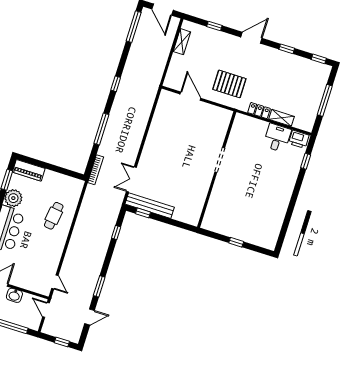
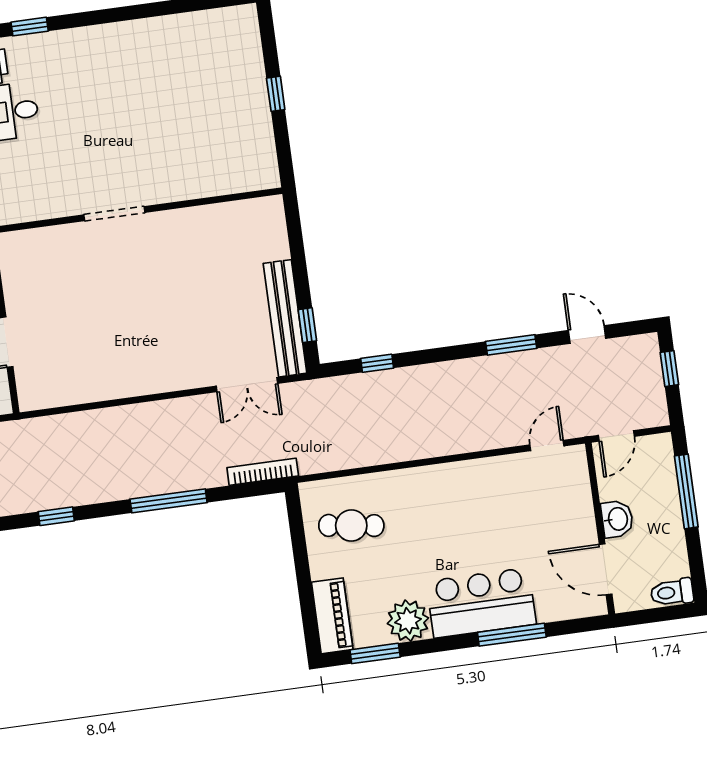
cafe table: (54, 216) -> (351, 525), moved

